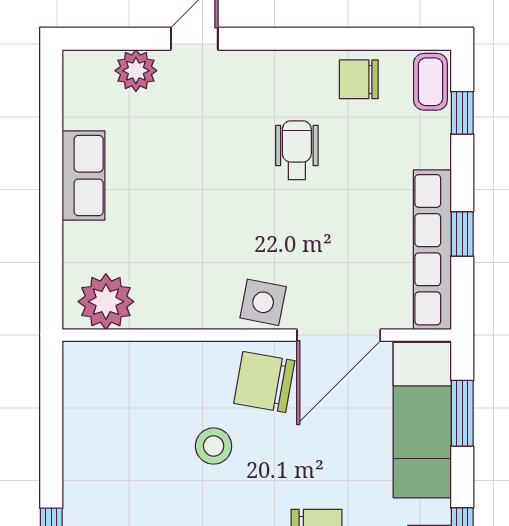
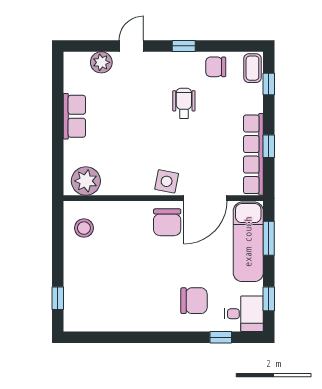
window: (297, 39) -> (184, 46), added
chair: (264, 382) -> (167, 222), turned -100
stool: (214, 446) -> (84, 228), moved

